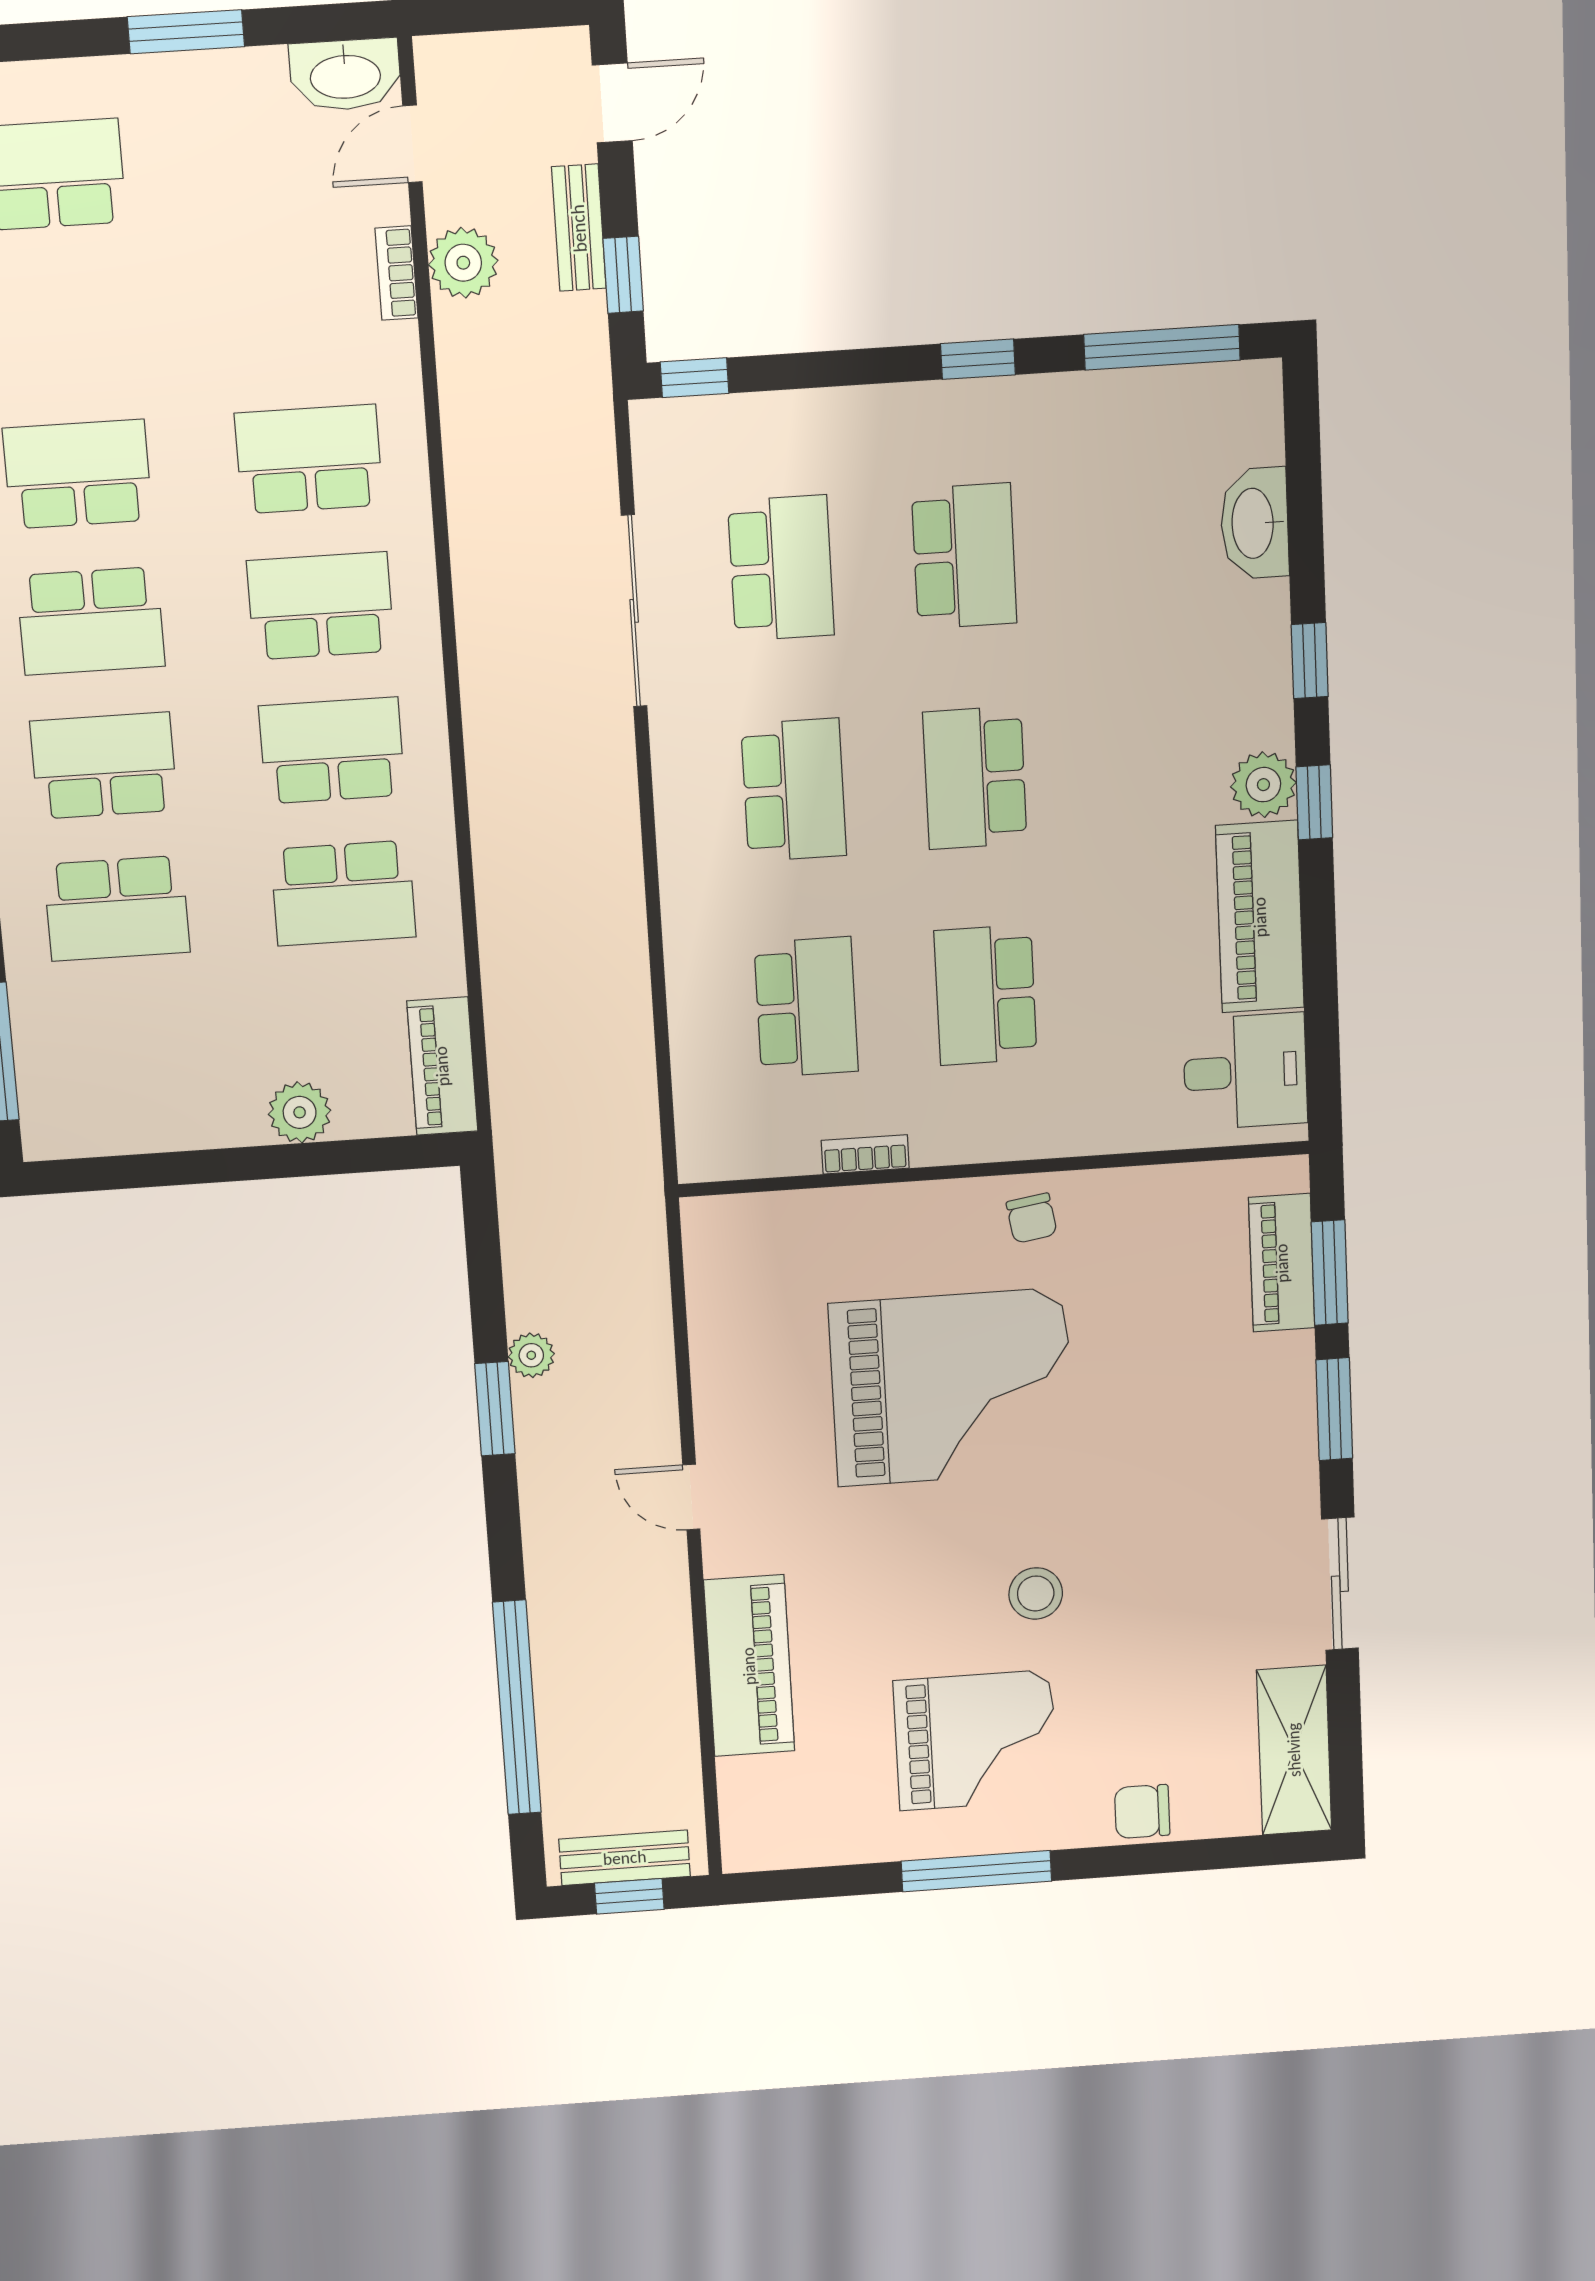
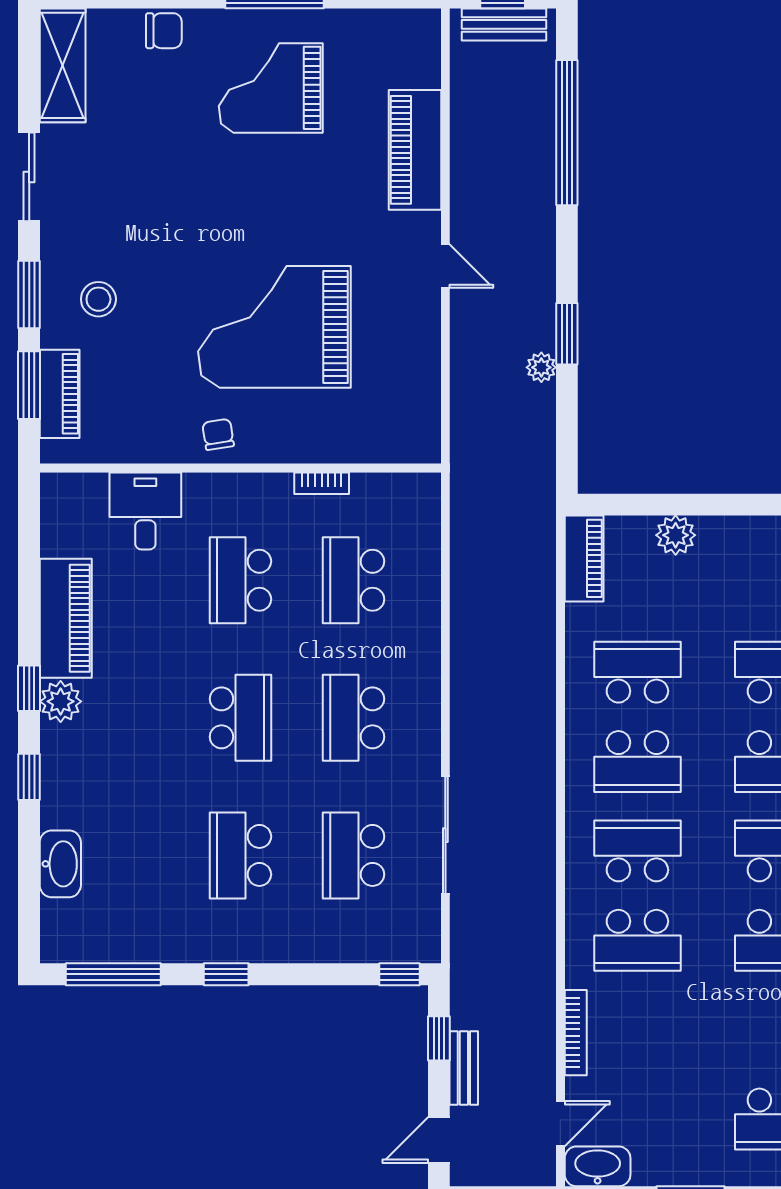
plant: (463, 263) -> (535, 1052), removed
bookcase: (397, 273) -> (576, 1033), width x1.56
school desk: (320, 606) -> (637, 851), turned 180
school desk: (986, 995) -> (240, 580), turned 180
desk: (1245, 1071) -> (145, 511), moved, turned 90
stool: (1036, 1593) -> (98, 299), moved

